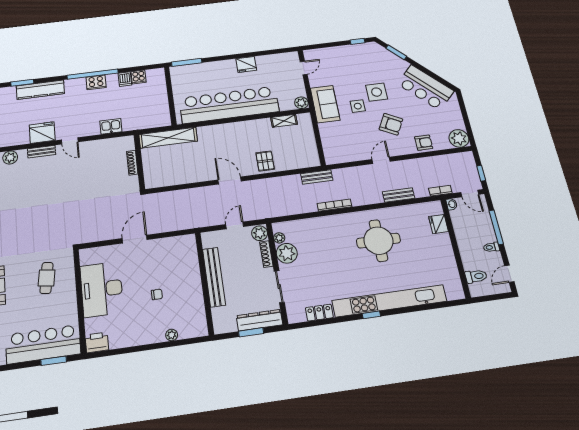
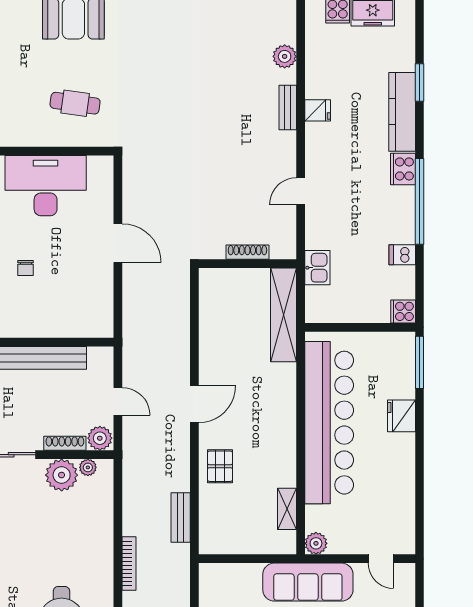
fridge: (246, 64) -> (401, 416), moved
cooker: (139, 77) -> (403, 311), moved
cooker: (96, 82) -> (403, 169), moved
sofa: (325, 104) -> (308, 582), width x1.36
kitchen sink: (111, 126) -> (317, 268), moved
fridge: (42, 133) -> (318, 110), width x0.53, depth x0.75
door: (70, 141) -> (301, 191), moved
pallet: (265, 161) -> (220, 466), turned 90
bench: (317, 177) -> (181, 517), moved

